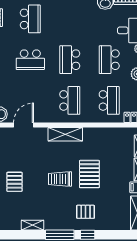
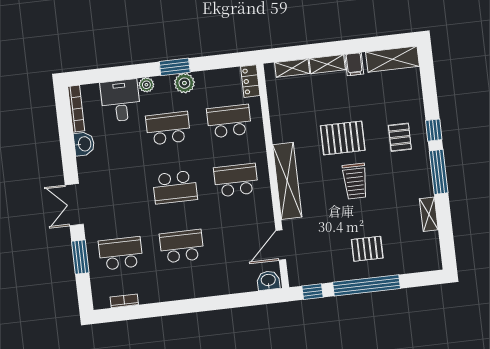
school desk: (30, 60) -> (182, 246), turned -90
school desk: (109, 60) -> (168, 128), turned 180
door: (23, 125) -> (281, 245), hinge flipped
shelving: (65, 134) -> (287, 181), width x1.47

